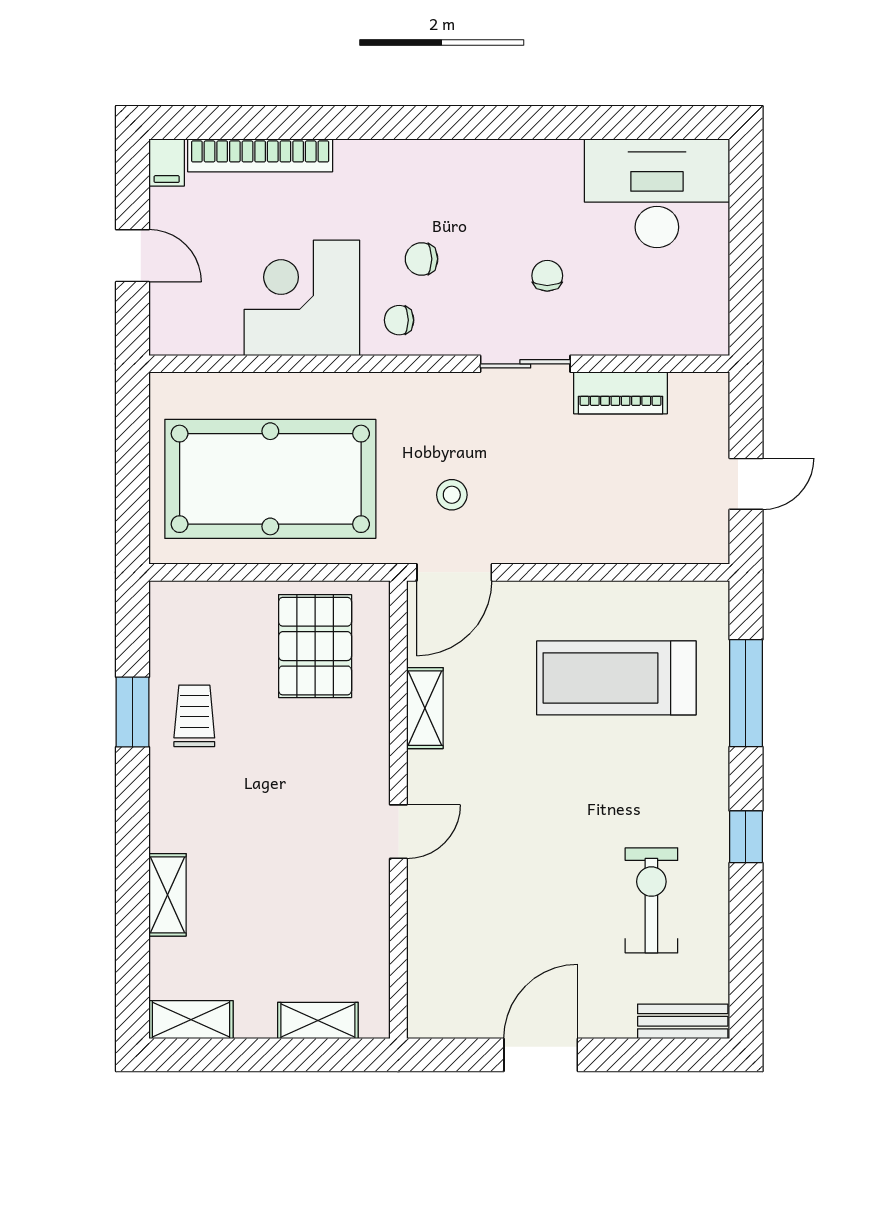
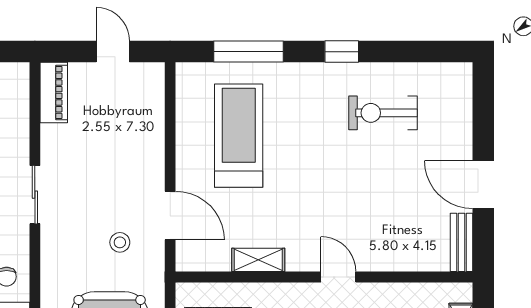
piano: (621, 393) -> (54, 93), moved
door: (454, 572) -> (170, 216), moved
treadmill: (616, 678) -> (239, 136), turned 180
bench: (683, 1021) -> (461, 242), moved

